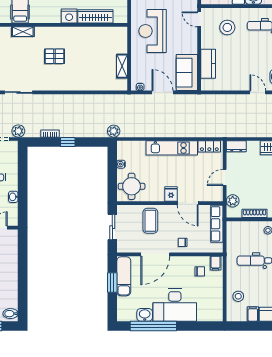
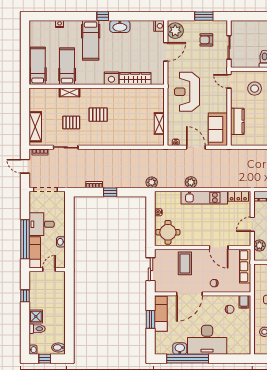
pallet: (25, 65) -> (71, 122), added
plant: (18, 131) -> (191, 182), moved
fridge: (171, 194) -> (204, 239), removed

